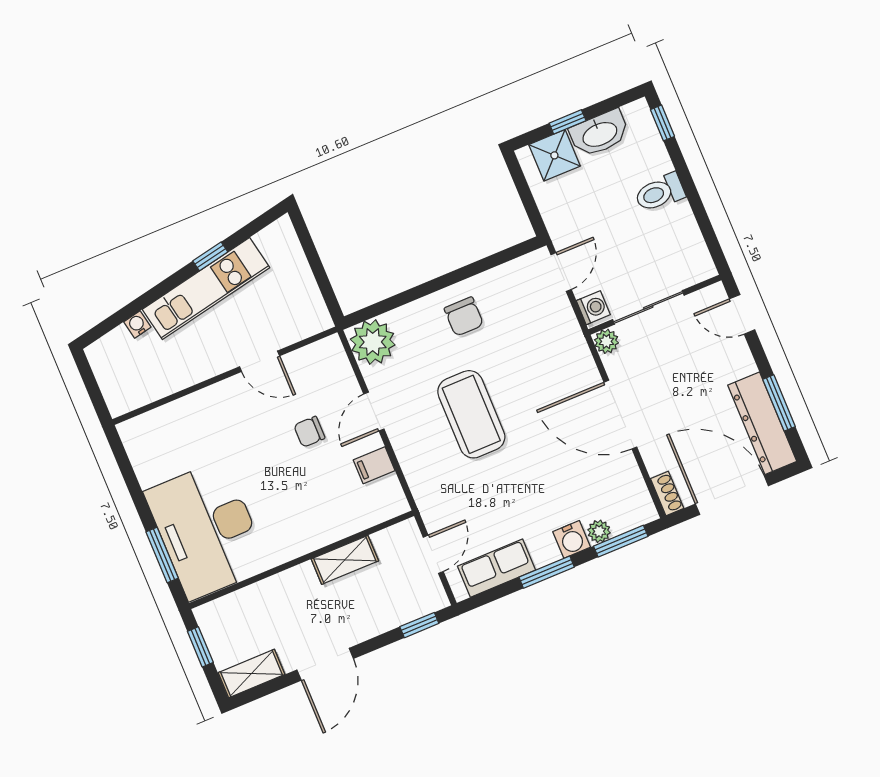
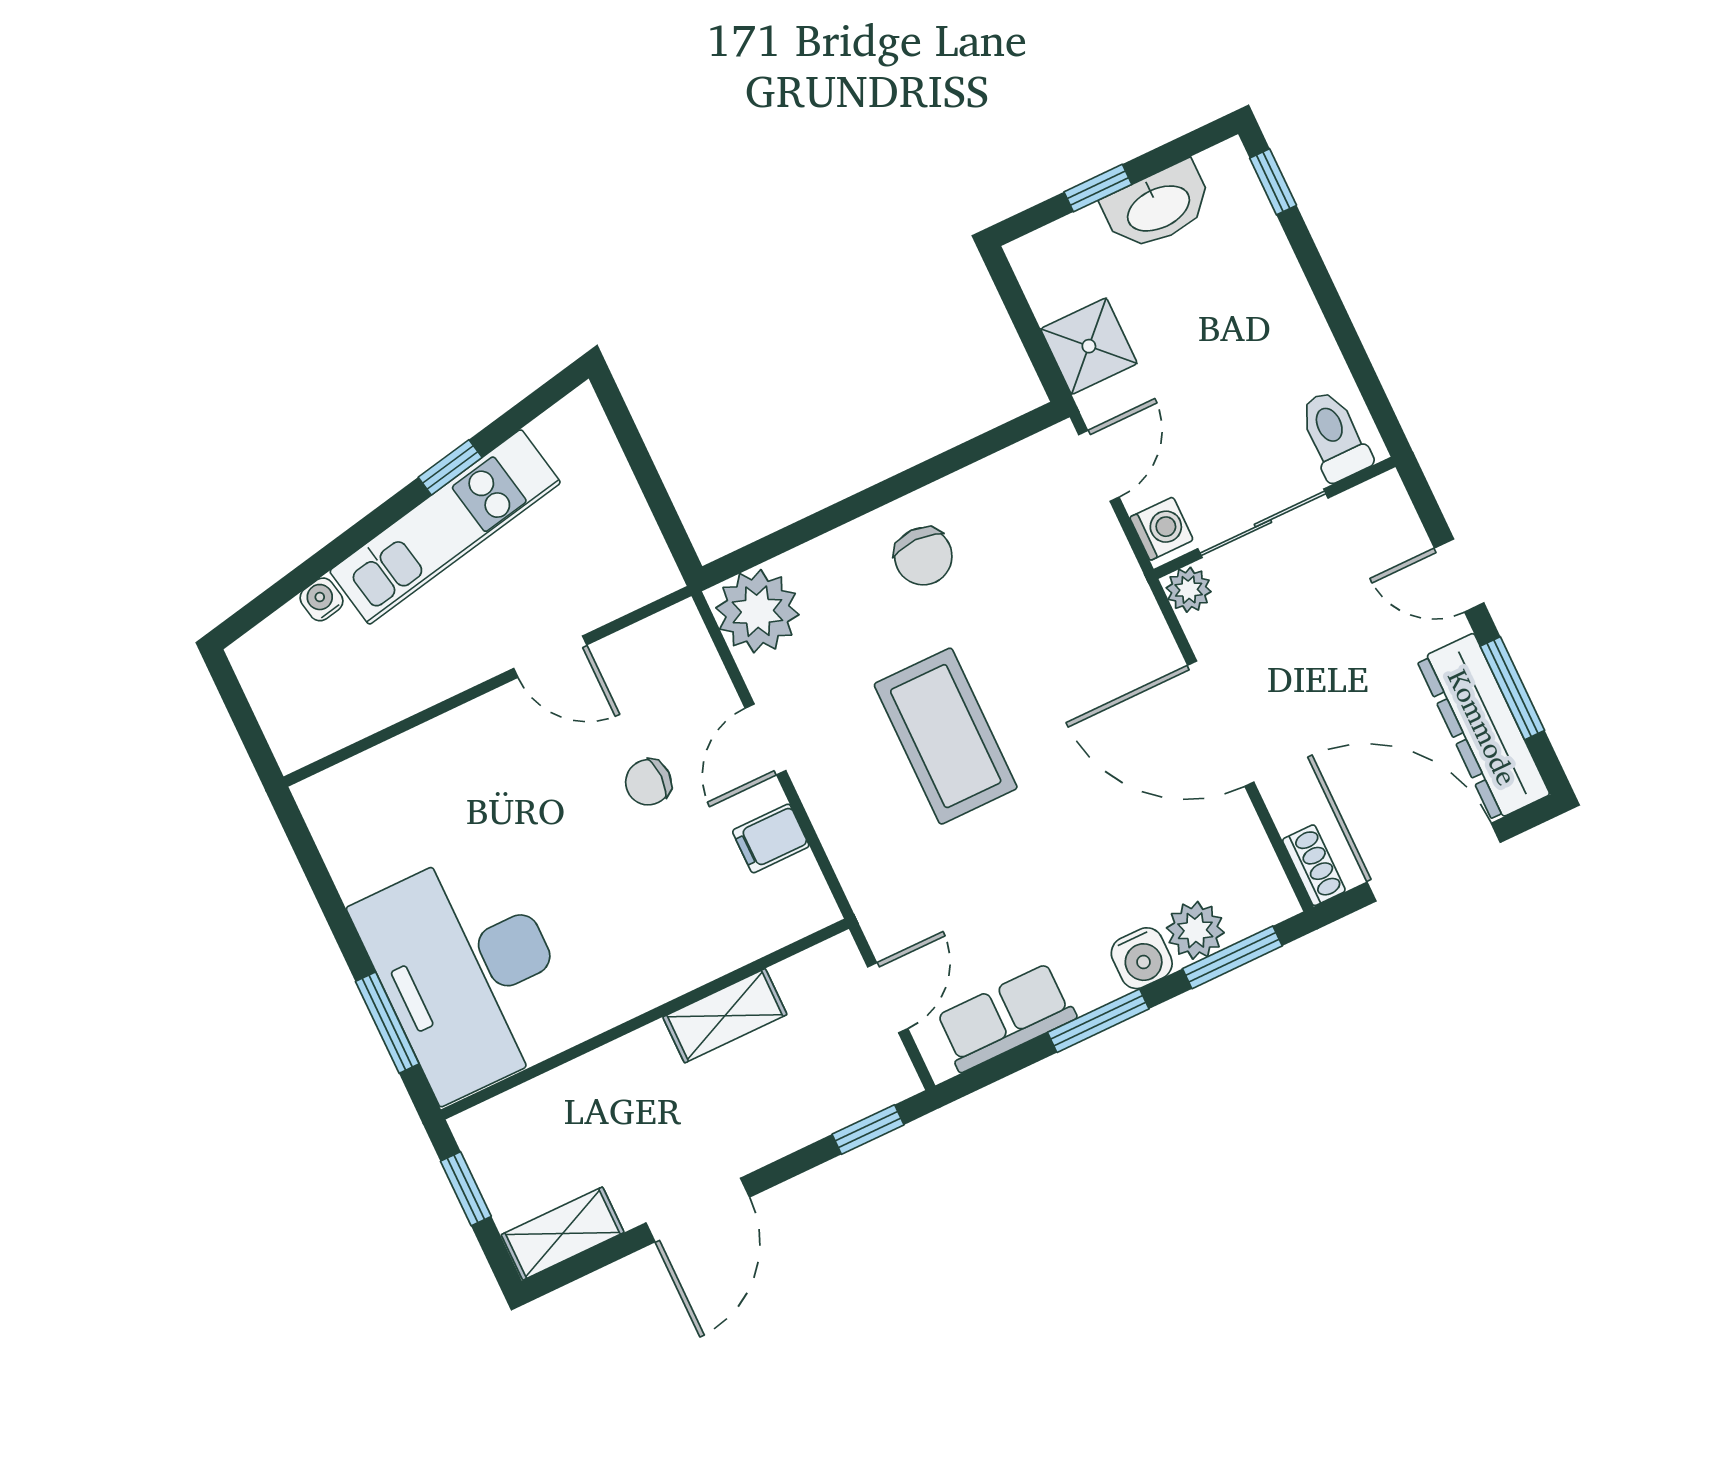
shower: (554, 155) -> (1089, 346), moved
toilet: (660, 193) -> (1334, 436), moved, turned 90
door: (742, 314) -> (1459, 575), moved
plant: (599, 531) -> (1195, 930), width x1.38, depth x1.38

